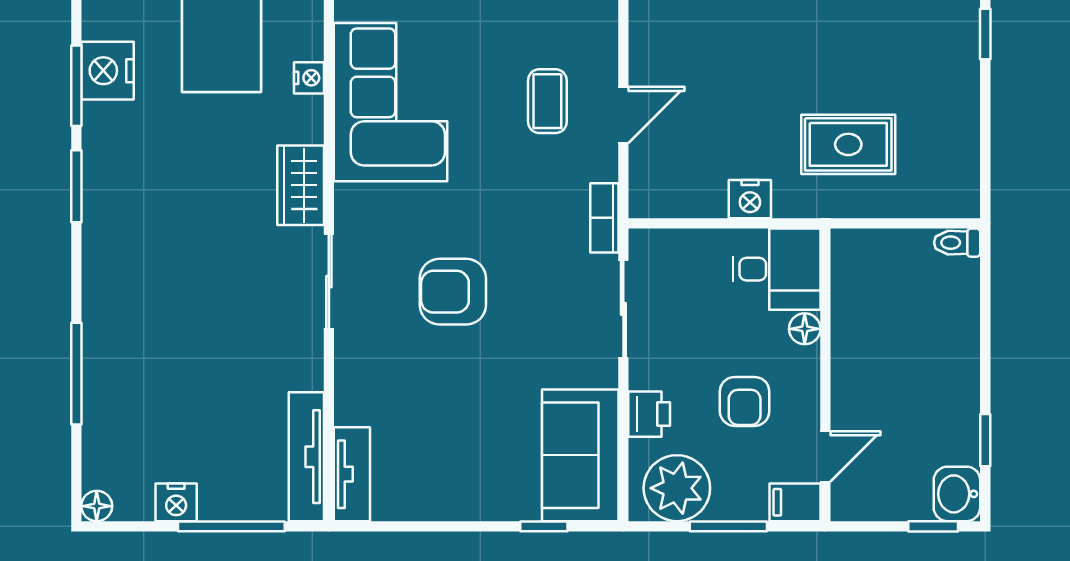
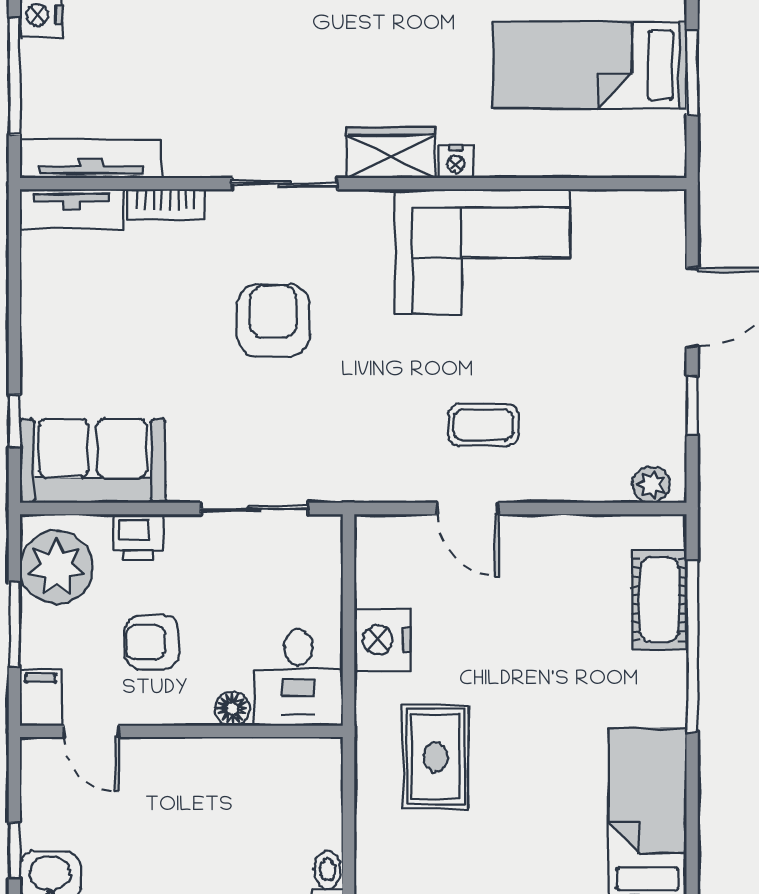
nightstand: (309, 78) -> (456, 162), moved
nightstand: (750, 199) -> (382, 640), width x1.36, depth x1.33
bookcase: (604, 218) -> (166, 205), moved, turned 180

